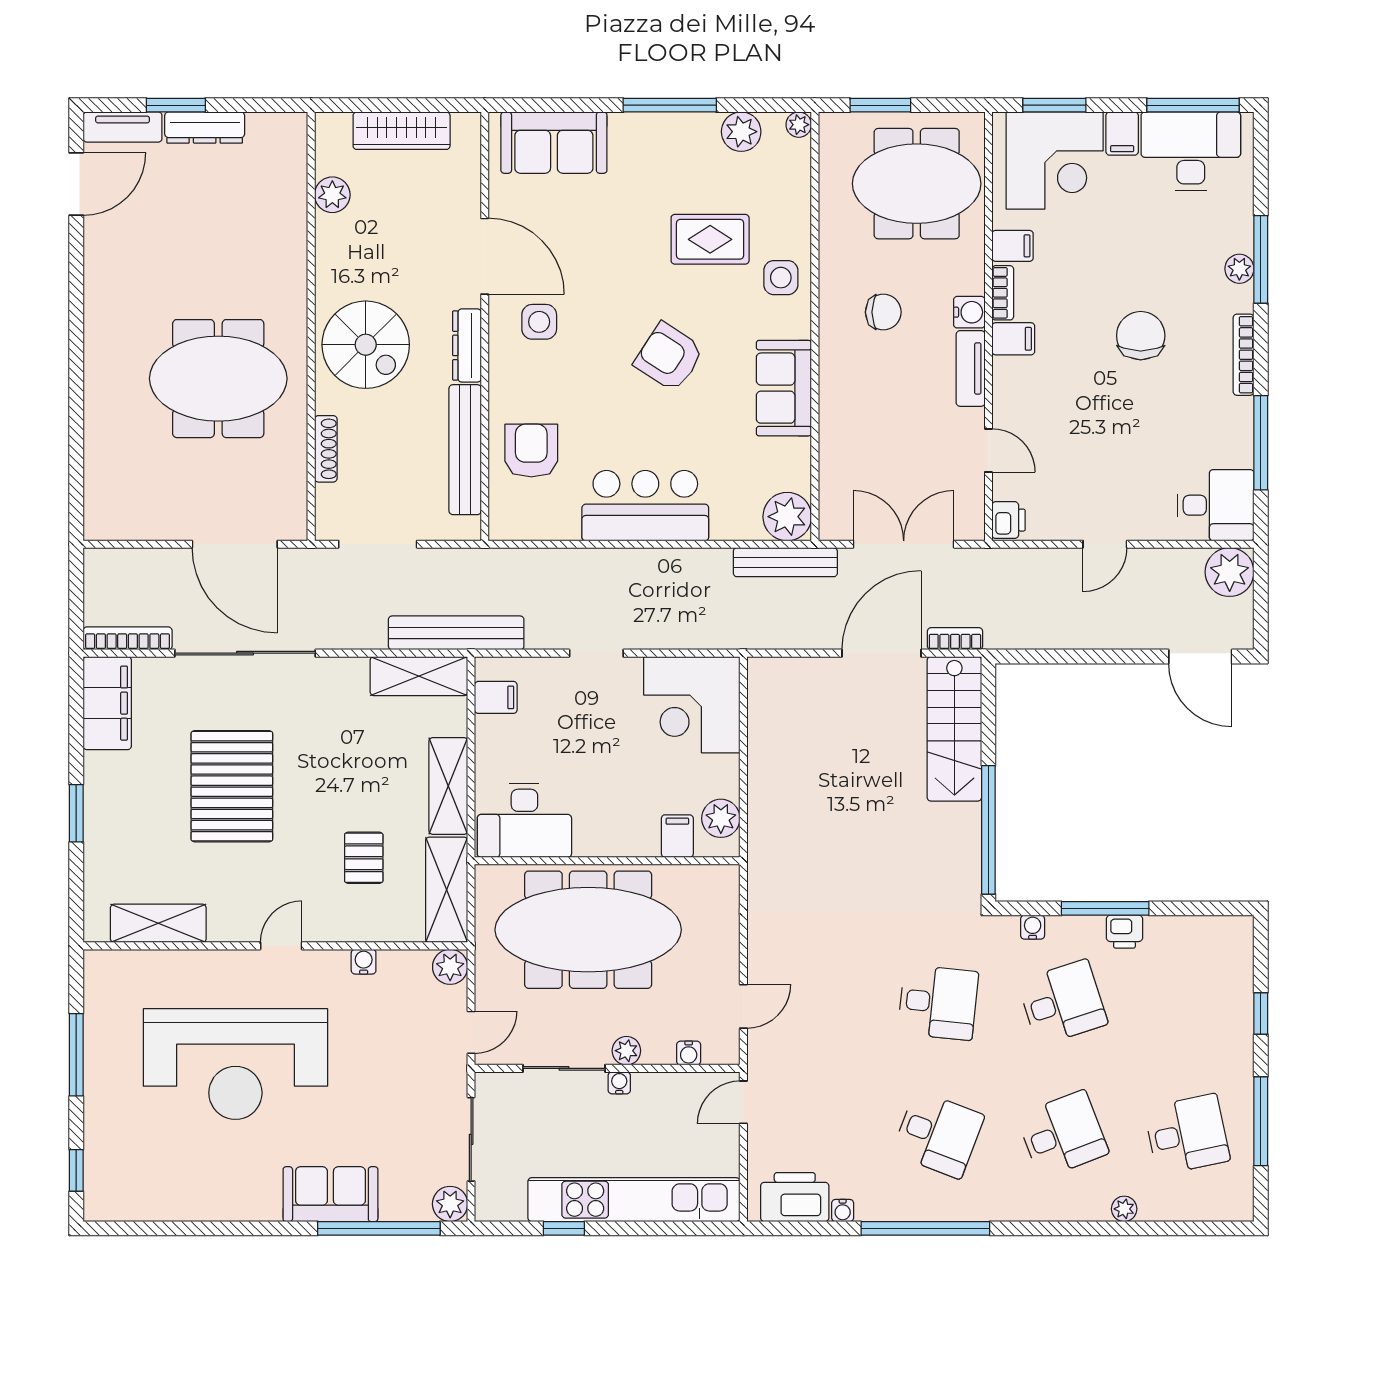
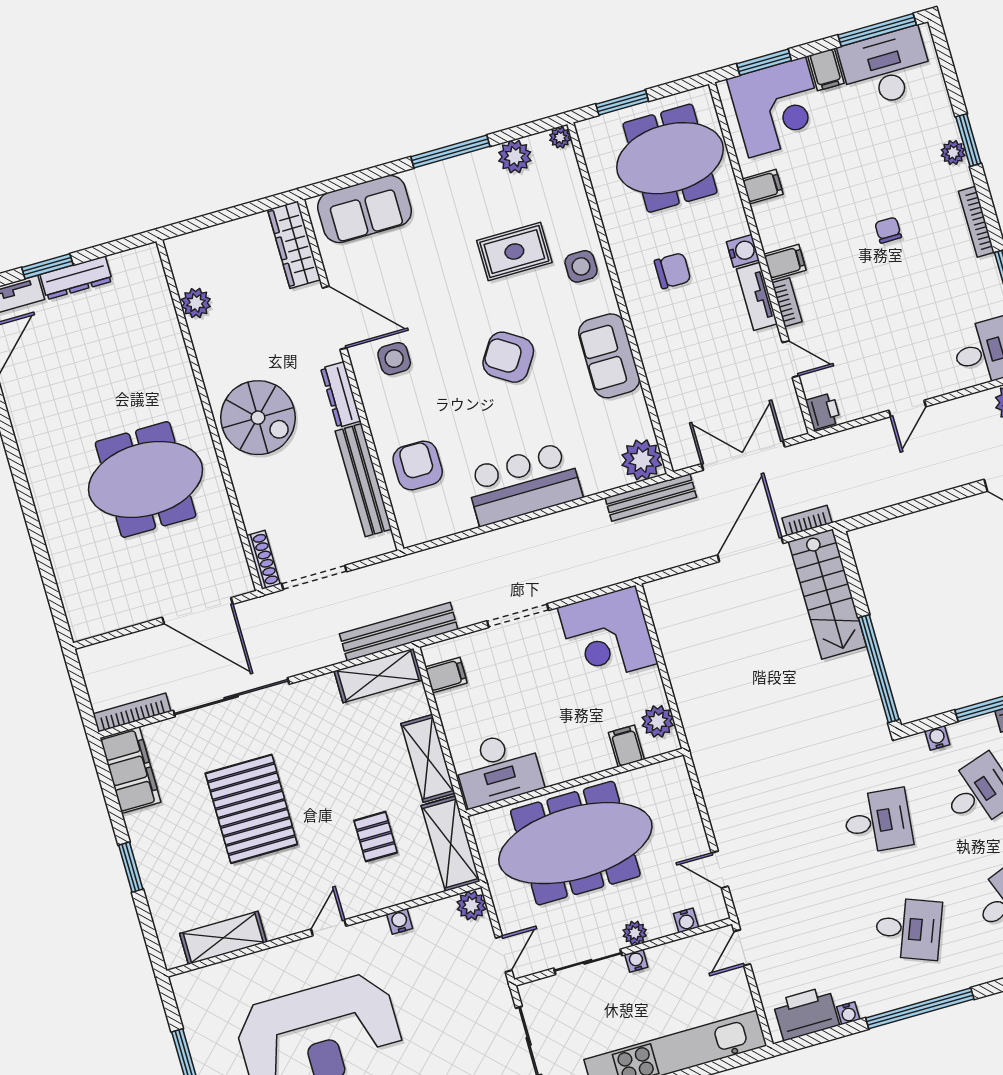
wardrobe: (402, 131) -> (294, 245), moved, turned 90
window: (1261, 259) -> (968, 140), width x0.69
bookcase: (1003, 293) -> (787, 302), moved
chair: (1141, 336) -> (888, 230), width x0.54, depth x0.54
shoe rack: (326, 449) -> (263, 560), moved
doorway: (596, 653) -> (518, 616), width x1.38
door: (743, 1006) -> (720, 870), swing flipped

